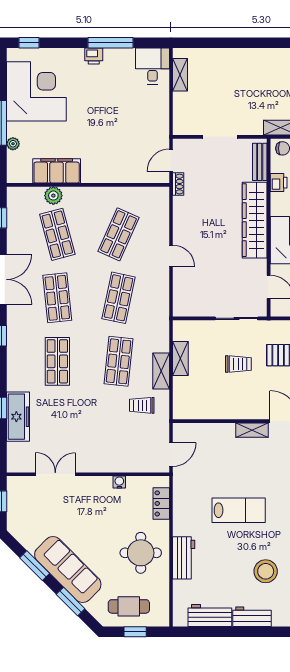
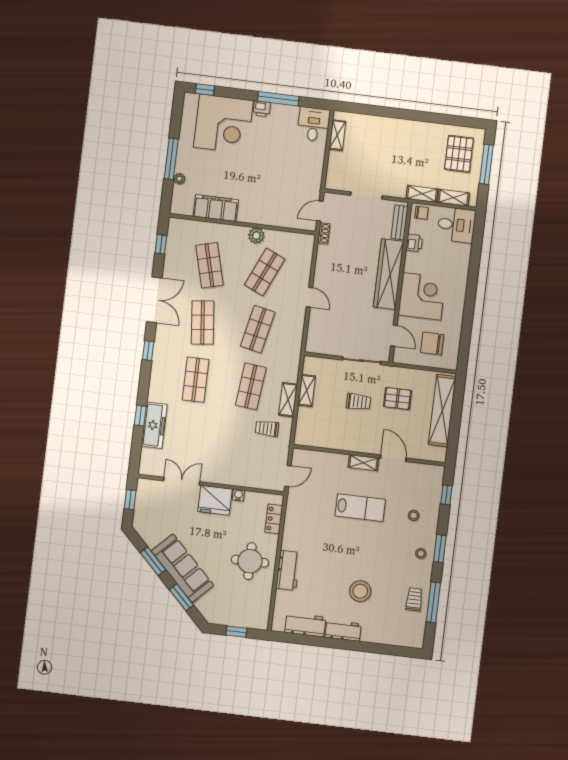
corner desk: (36, 91) -> (223, 124), moved, turned 90
plant: (53, 196) -> (256, 236), moved
fridge: (94, 491) -> (215, 500), added
lab bench: (239, 510) -> (360, 508), moved
cafe table: (129, 606) -> (233, 608), removed

